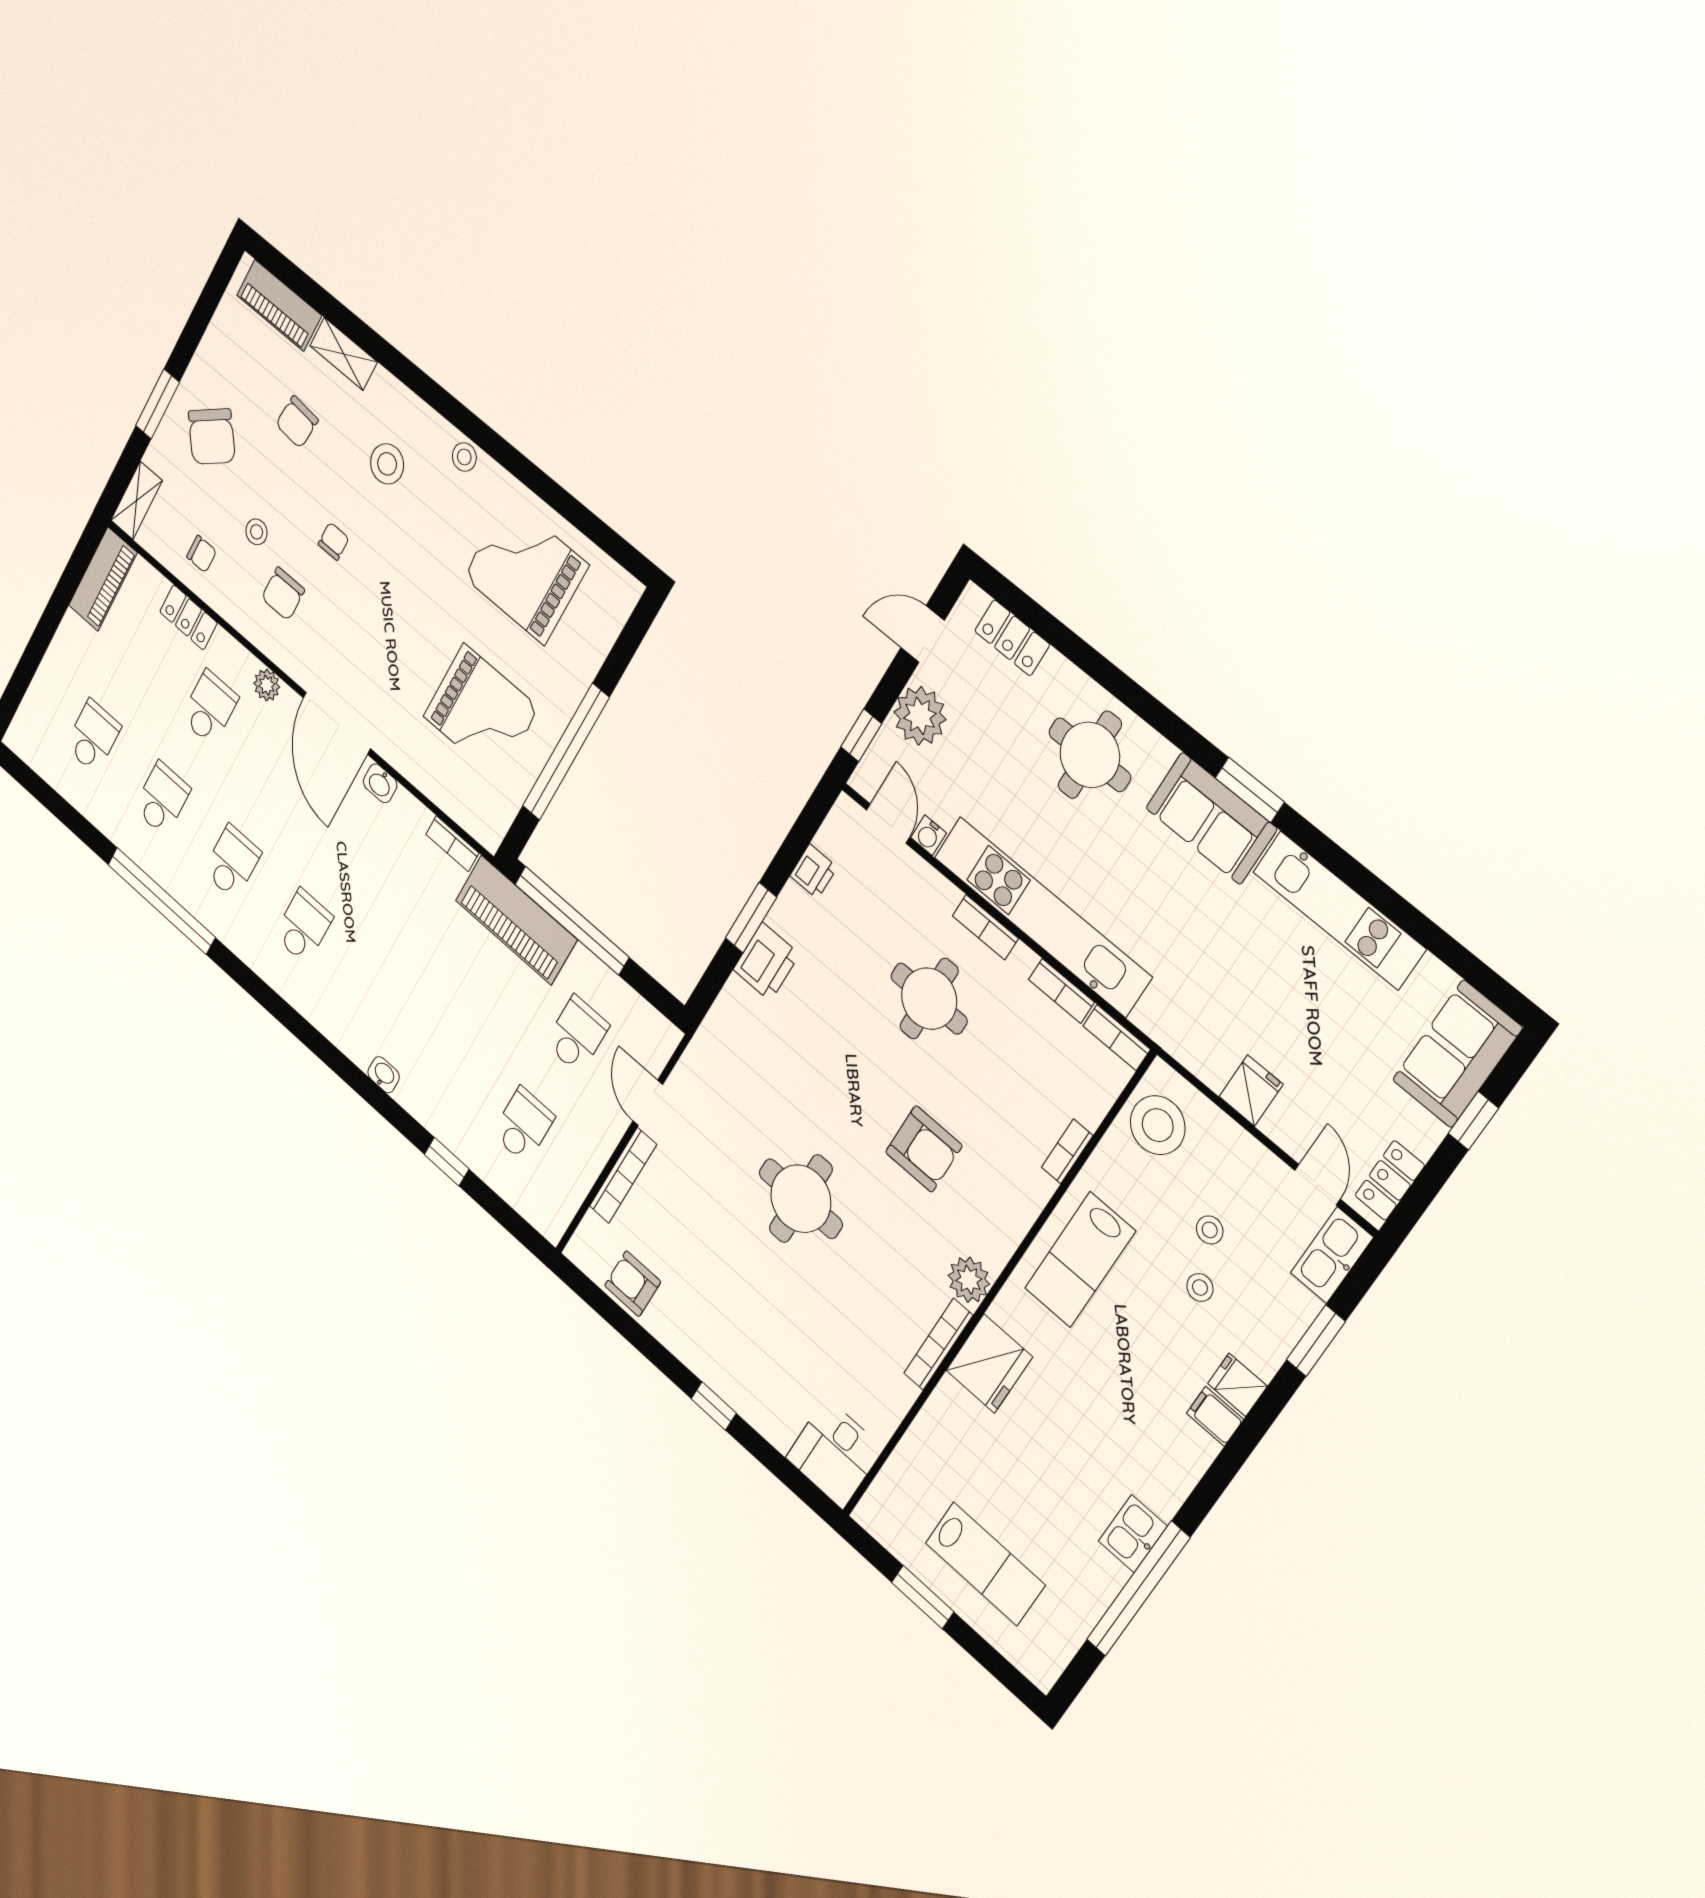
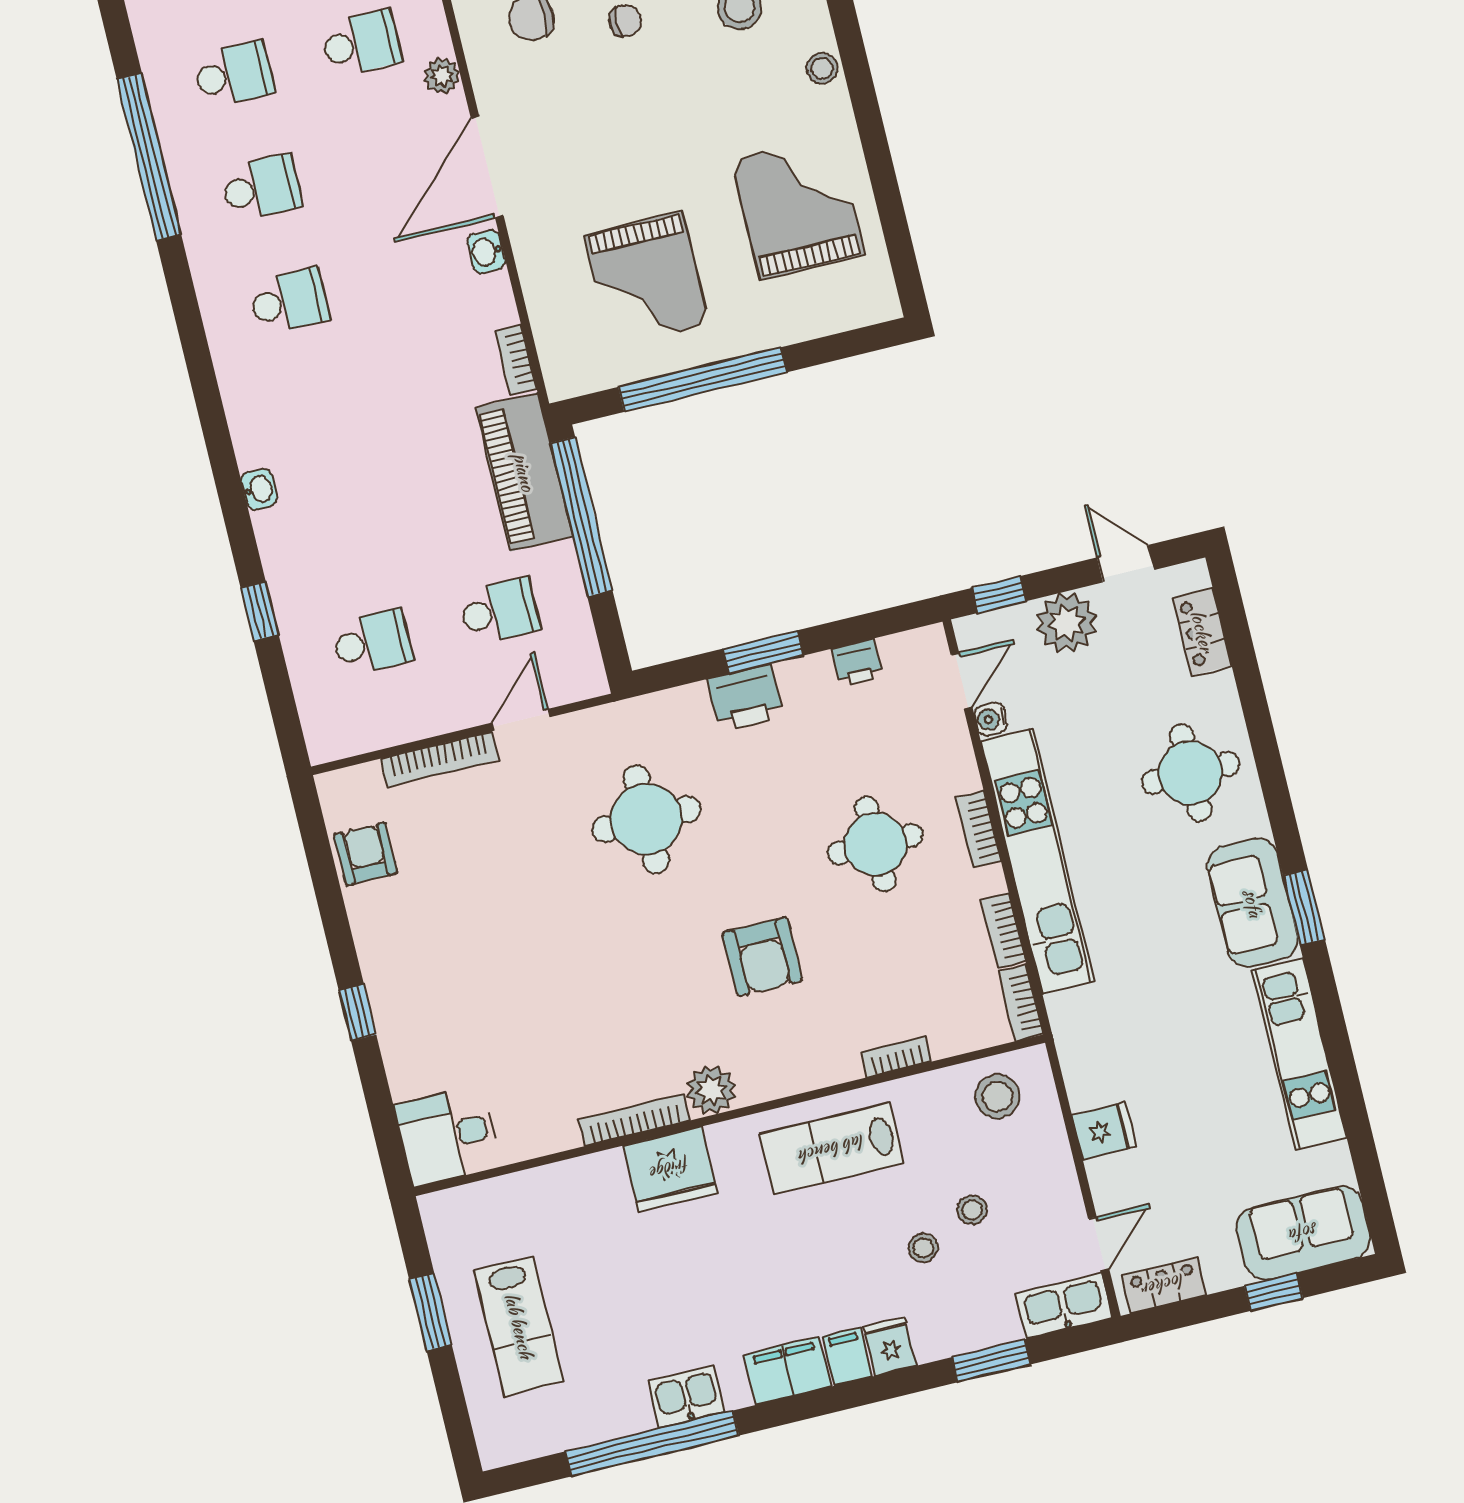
stool: (1158, 1125) -> (997, 1096), width x0.73, depth x0.73
round table: (801, 1199) -> (646, 819), moved
filing cabinet: (1184, 1460) -> (788, 1371), added

